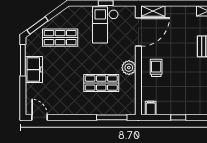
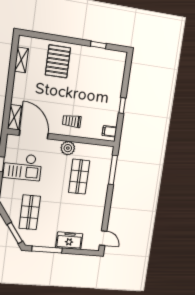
freezer: (34, 70) -> (69, 241), moved
door: (39, 117) -> (103, 238), swing flipped

